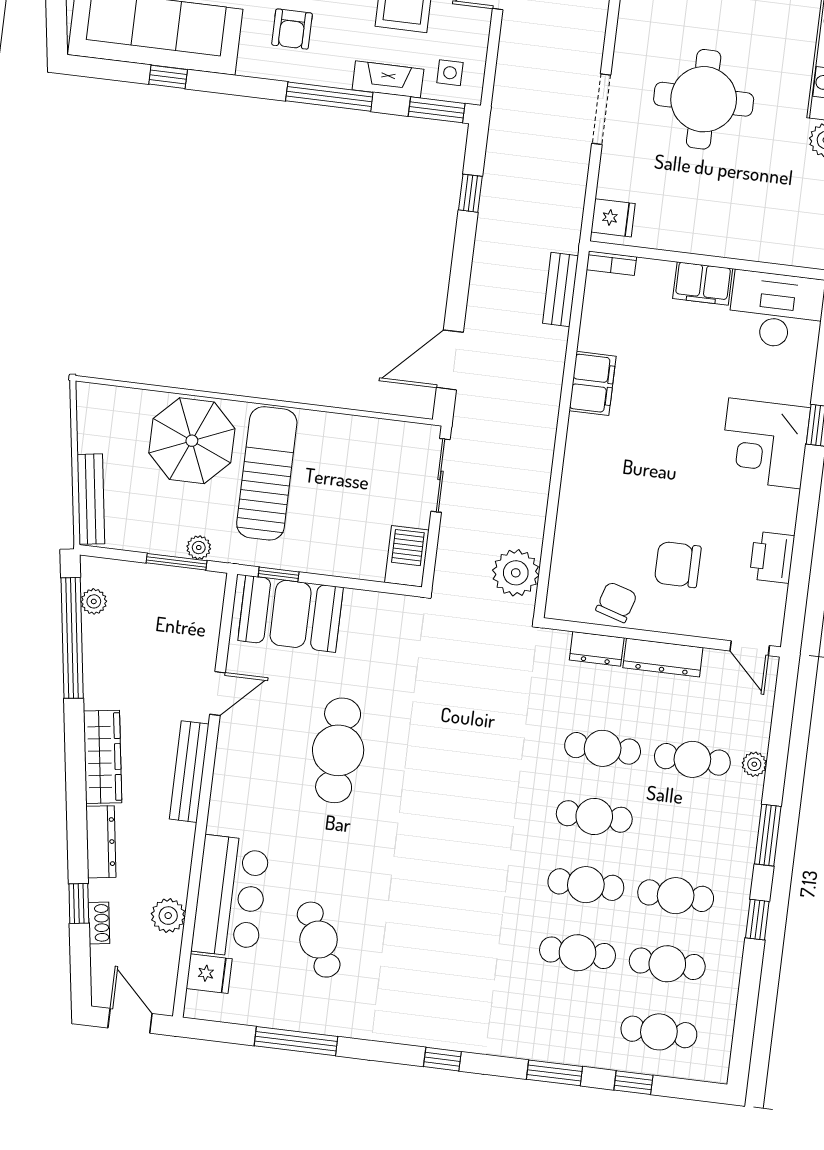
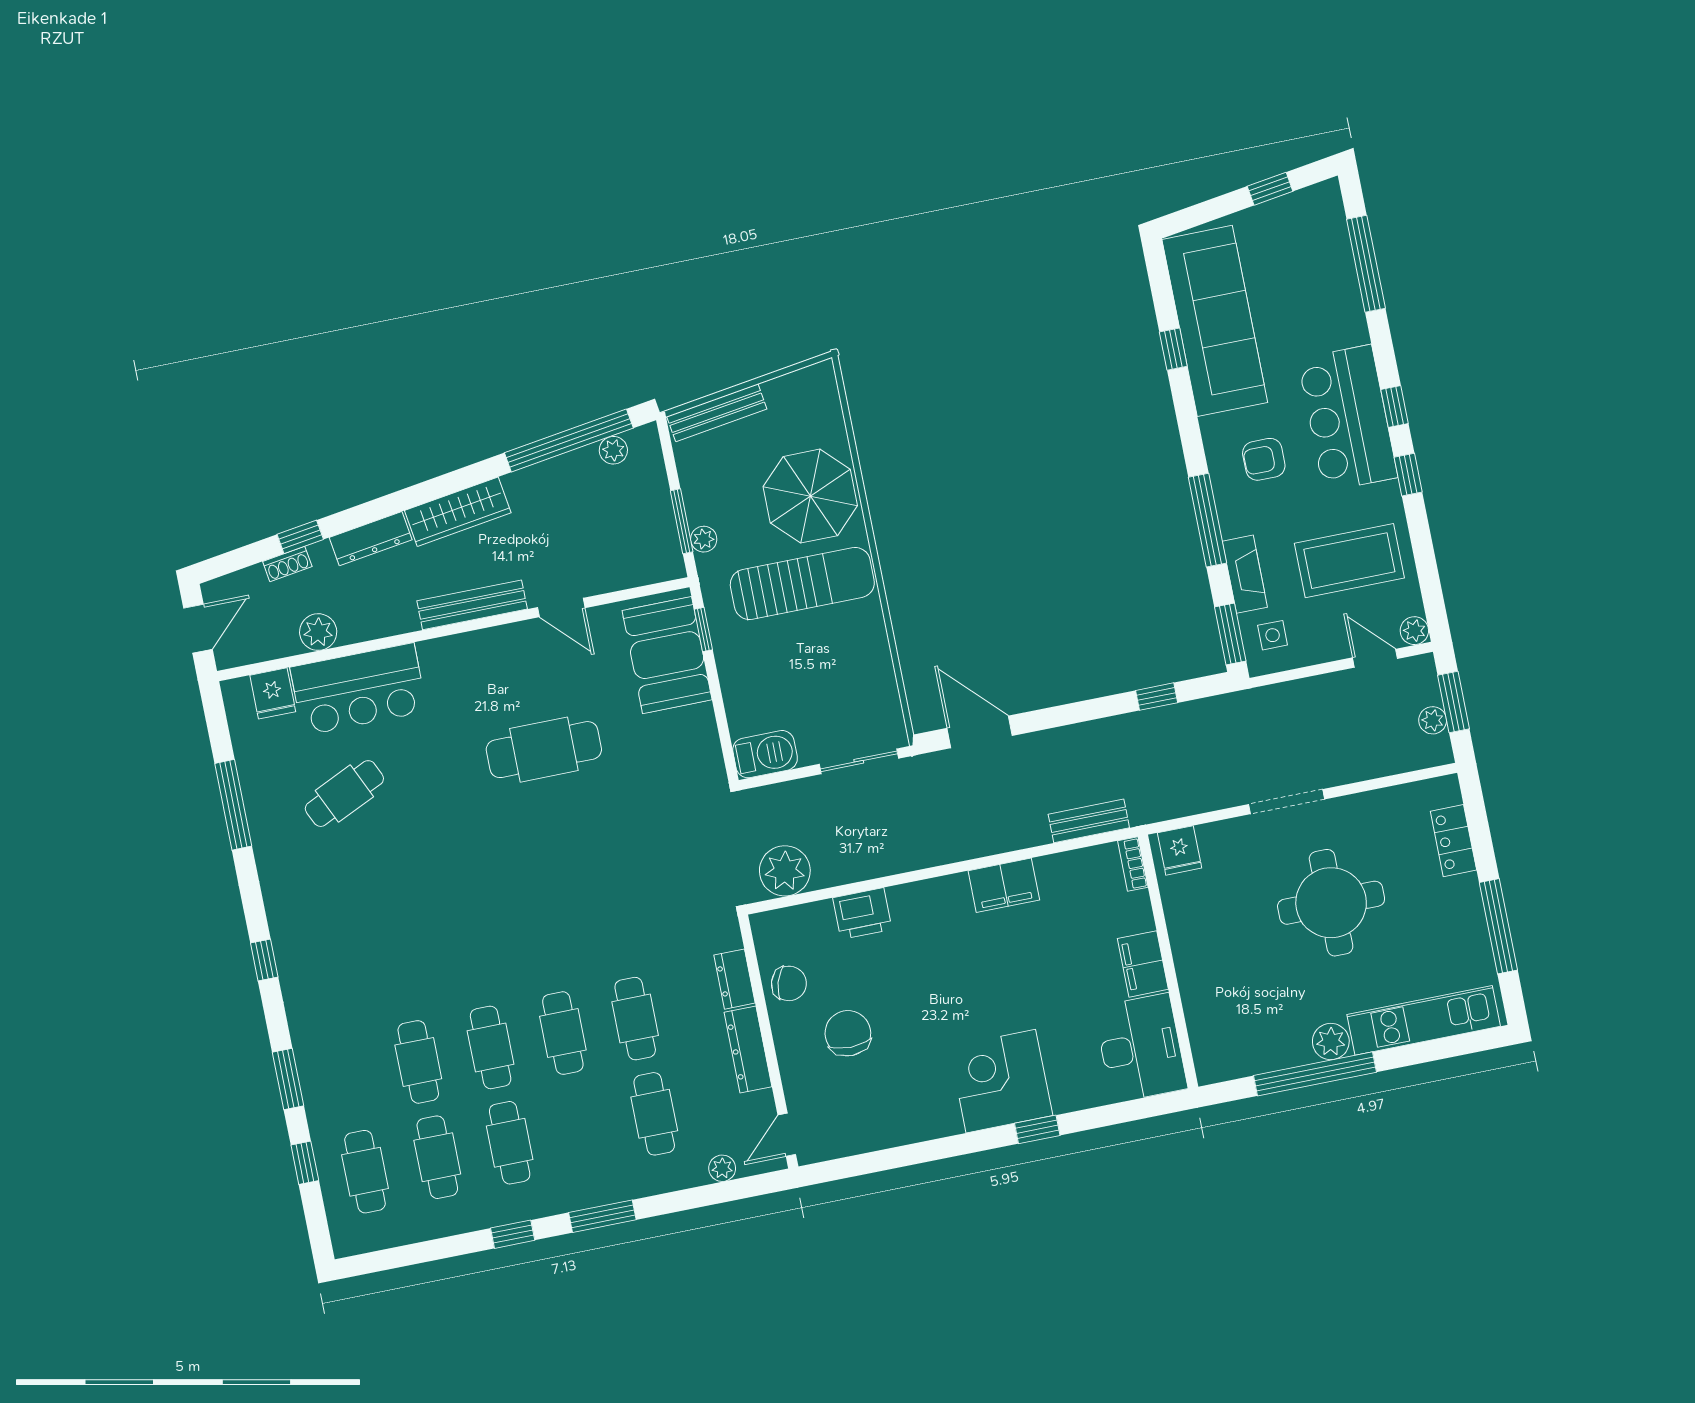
printer: (772, 557) -> (862, 914), moved, turned 180
plant: (754, 764) -> (722, 1168), moved

